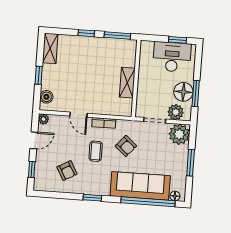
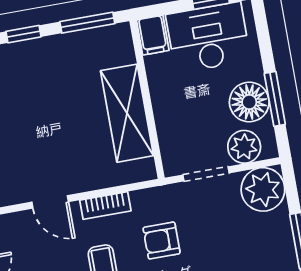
filing cabinet: (146, 49) -> (153, 35), added
shelving: (127, 83) -> (127, 113), width x1.50, depth x1.33
armchair: (126, 146) -> (162, 241), turned 139

